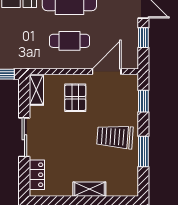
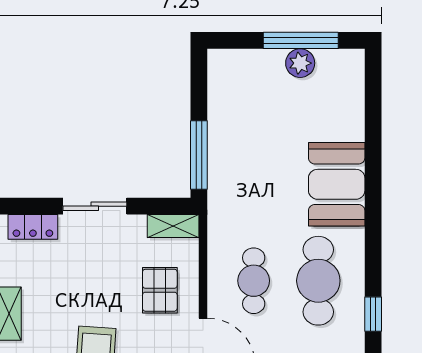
pallet: (75, 98) -> (160, 290), turned 90

